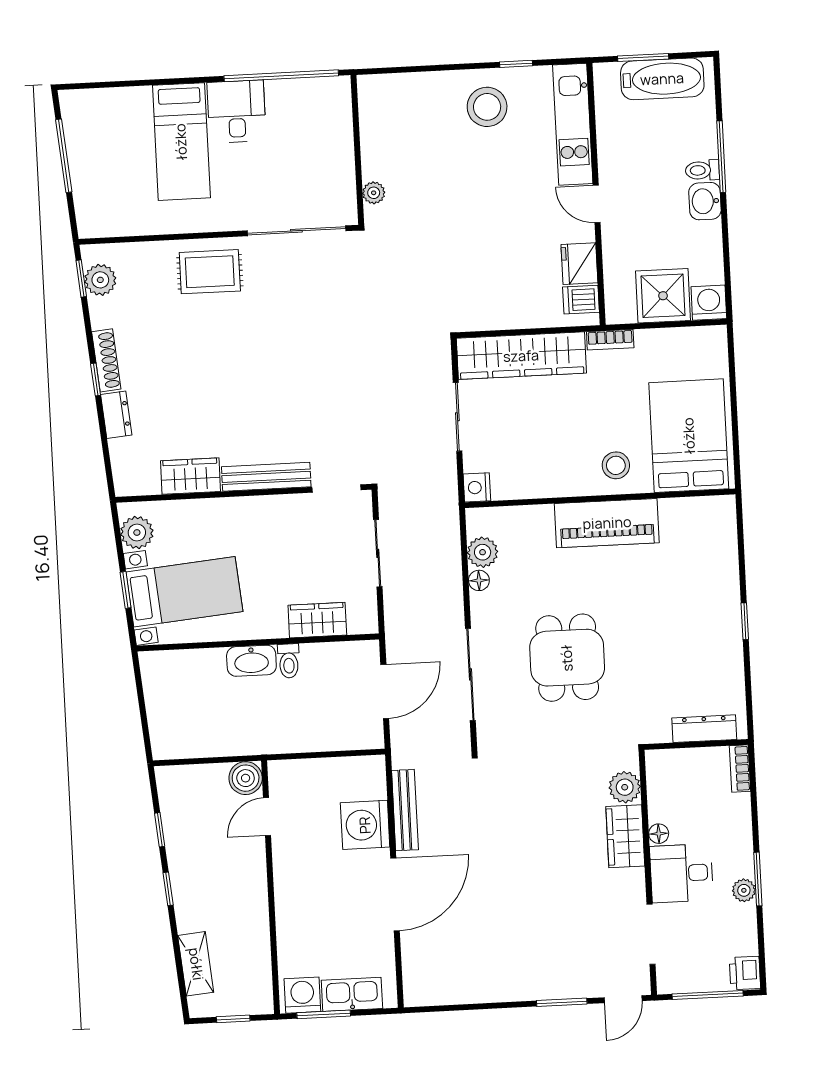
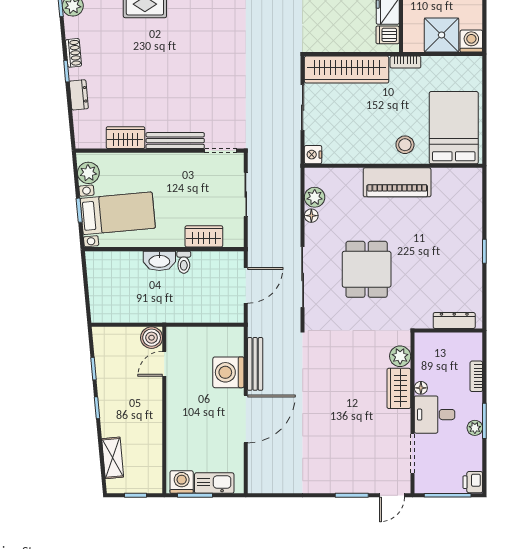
shoe rack: (106, 360) -> (74, 53), width x0.70
bookcase: (740, 769) -> (476, 376), moved

